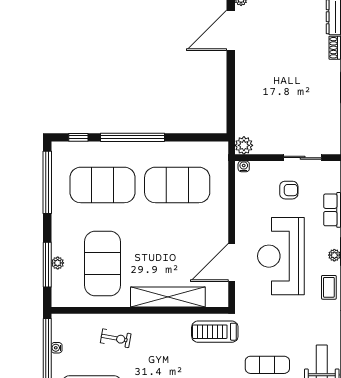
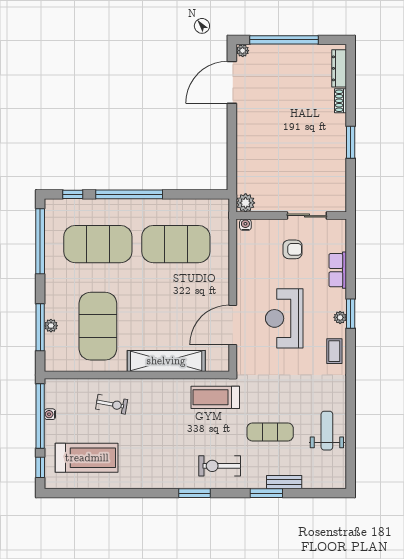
reception desk: (281, 256) -> (284, 318), width x0.74, depth x0.77

